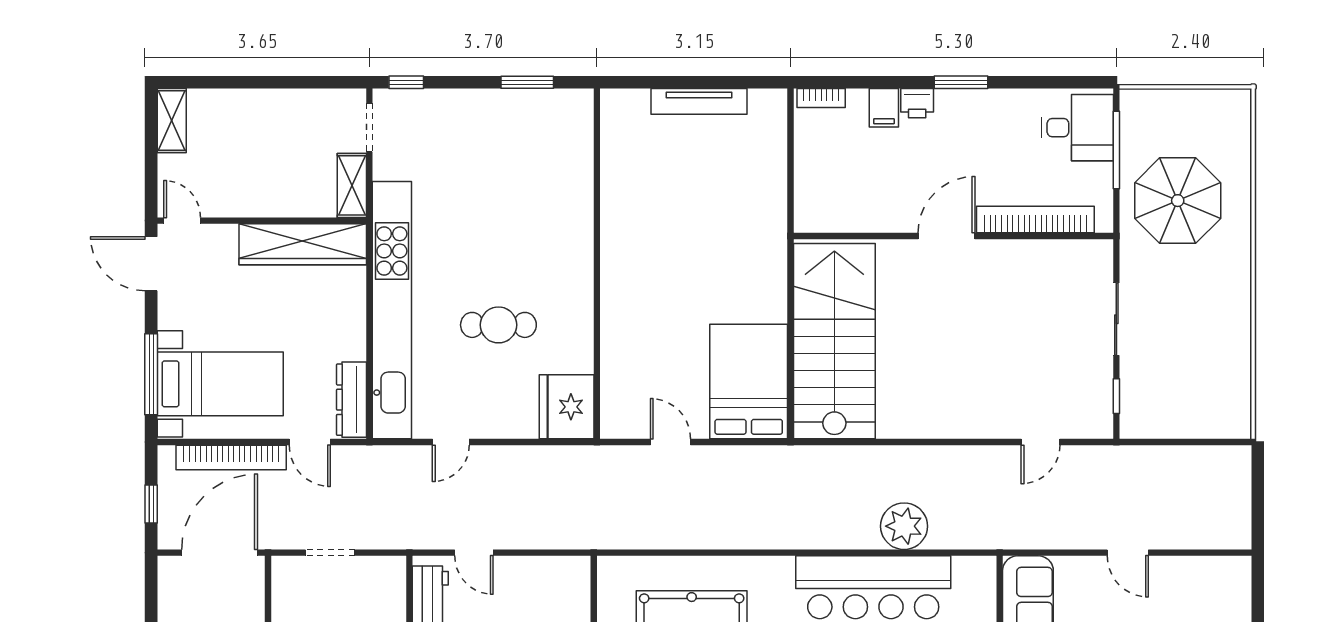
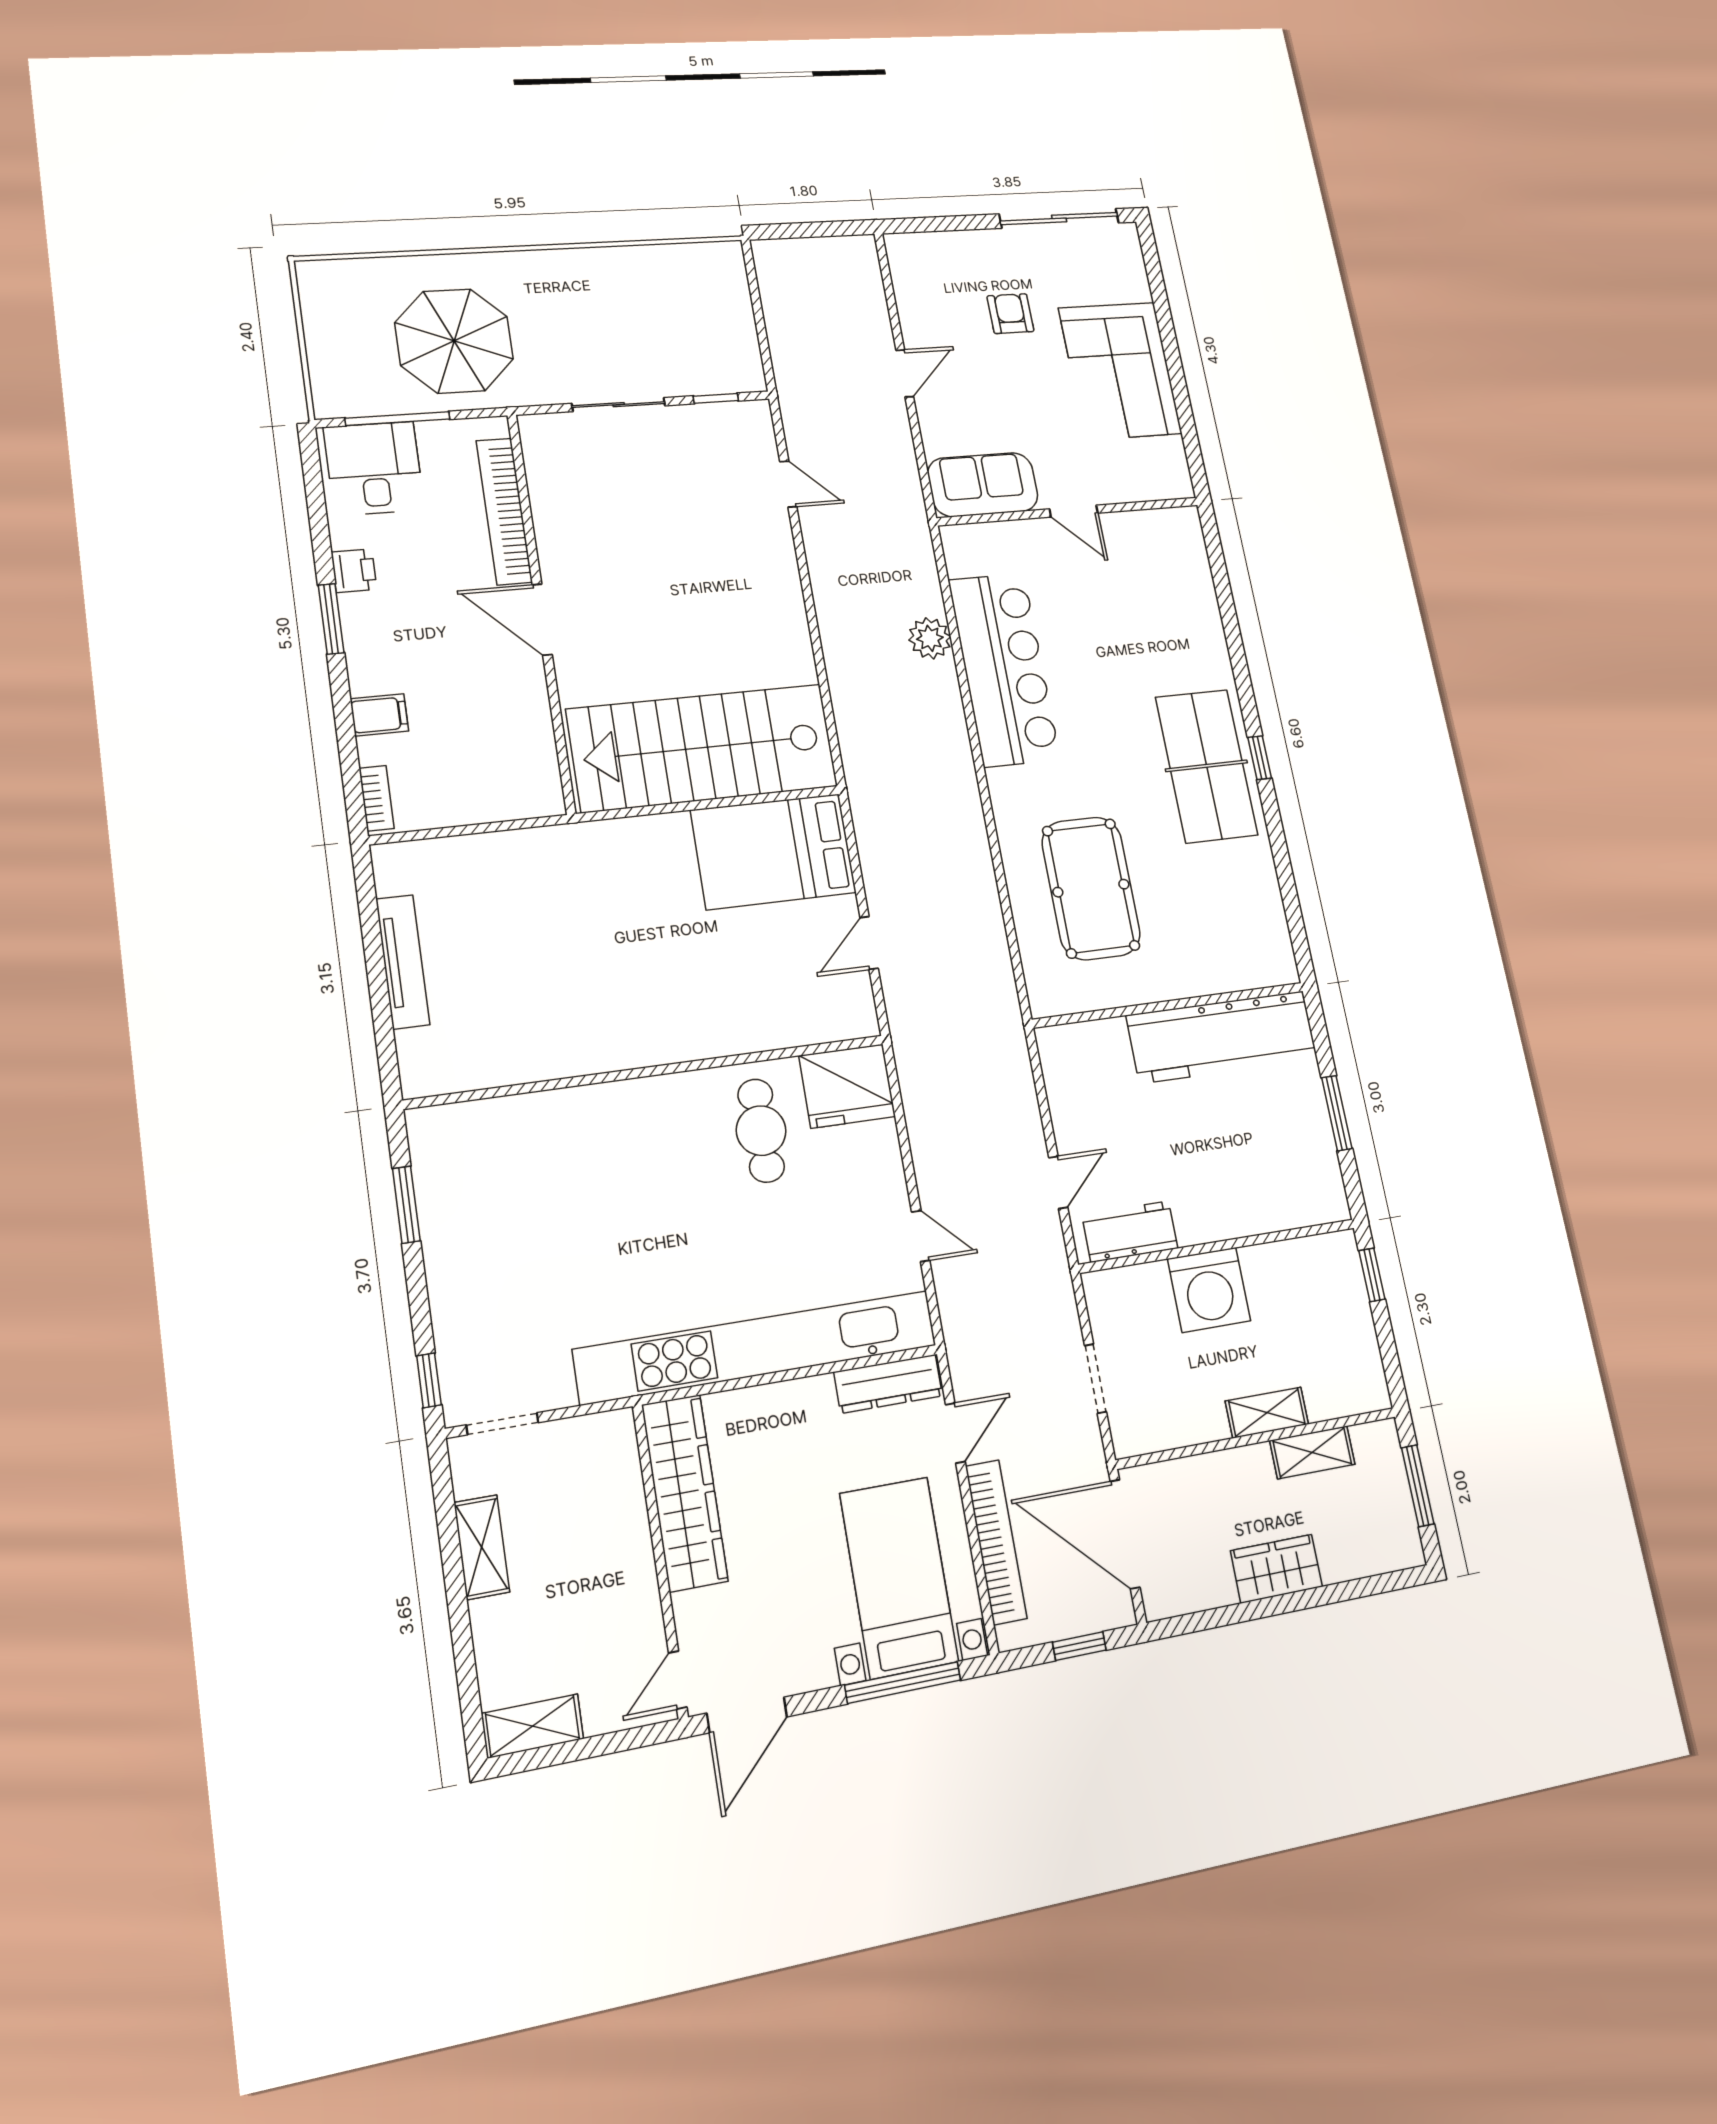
printer: (917, 103) -> (354, 571), moved
shelving: (352, 185) -> (482, 1547), moved, turned 90
cafe table: (498, 325) -> (761, 1131), moved
plant: (904, 526) -> (930, 638), width x0.73, depth x0.73

